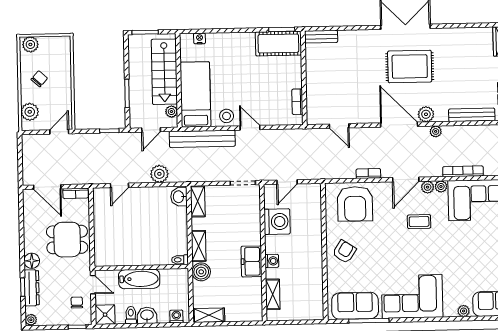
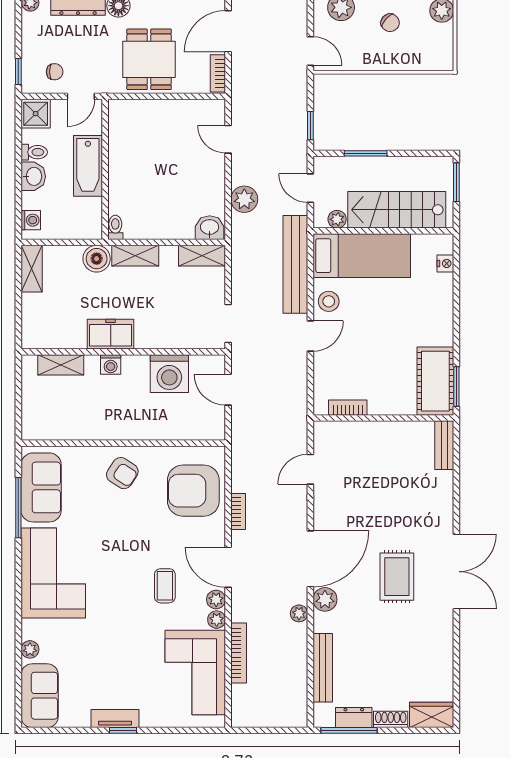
rug: (410, 66) -> (397, 577), width x0.73, depth x0.70

